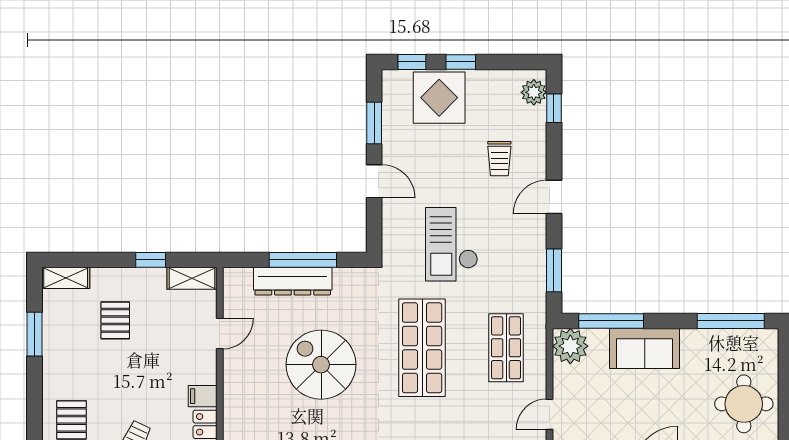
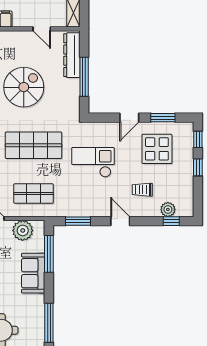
plant: (534, 92) -> (168, 209), moved
display table: (439, 98) -> (157, 149), moved
dresser: (293, 281) -> (72, 55), moved
plant: (570, 346) -> (23, 230), moved

